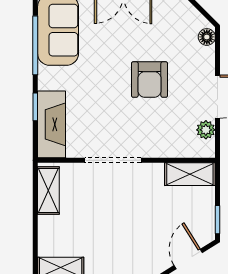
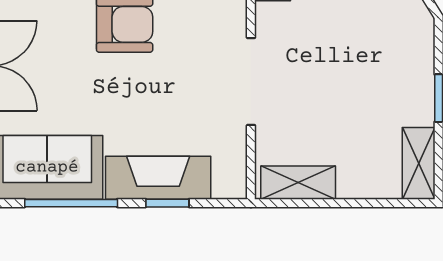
fireplace: (51, 124) -> (158, 178), moved

